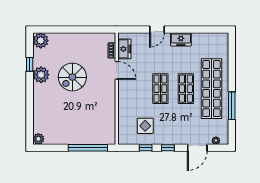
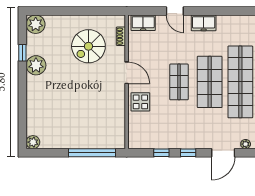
door: (157, 29) -> (175, 11), hinge flipped
freezer: (124, 49) -> (143, 23), moved, turned 90
door: (117, 70) -> (127, 73), moved
spiral stairs: (72, 77) -> (88, 46), moved
shop shelf: (186, 89) -> (210, 82), width x1.43, depth x1.36
display table: (145, 126) -> (140, 102), moved

